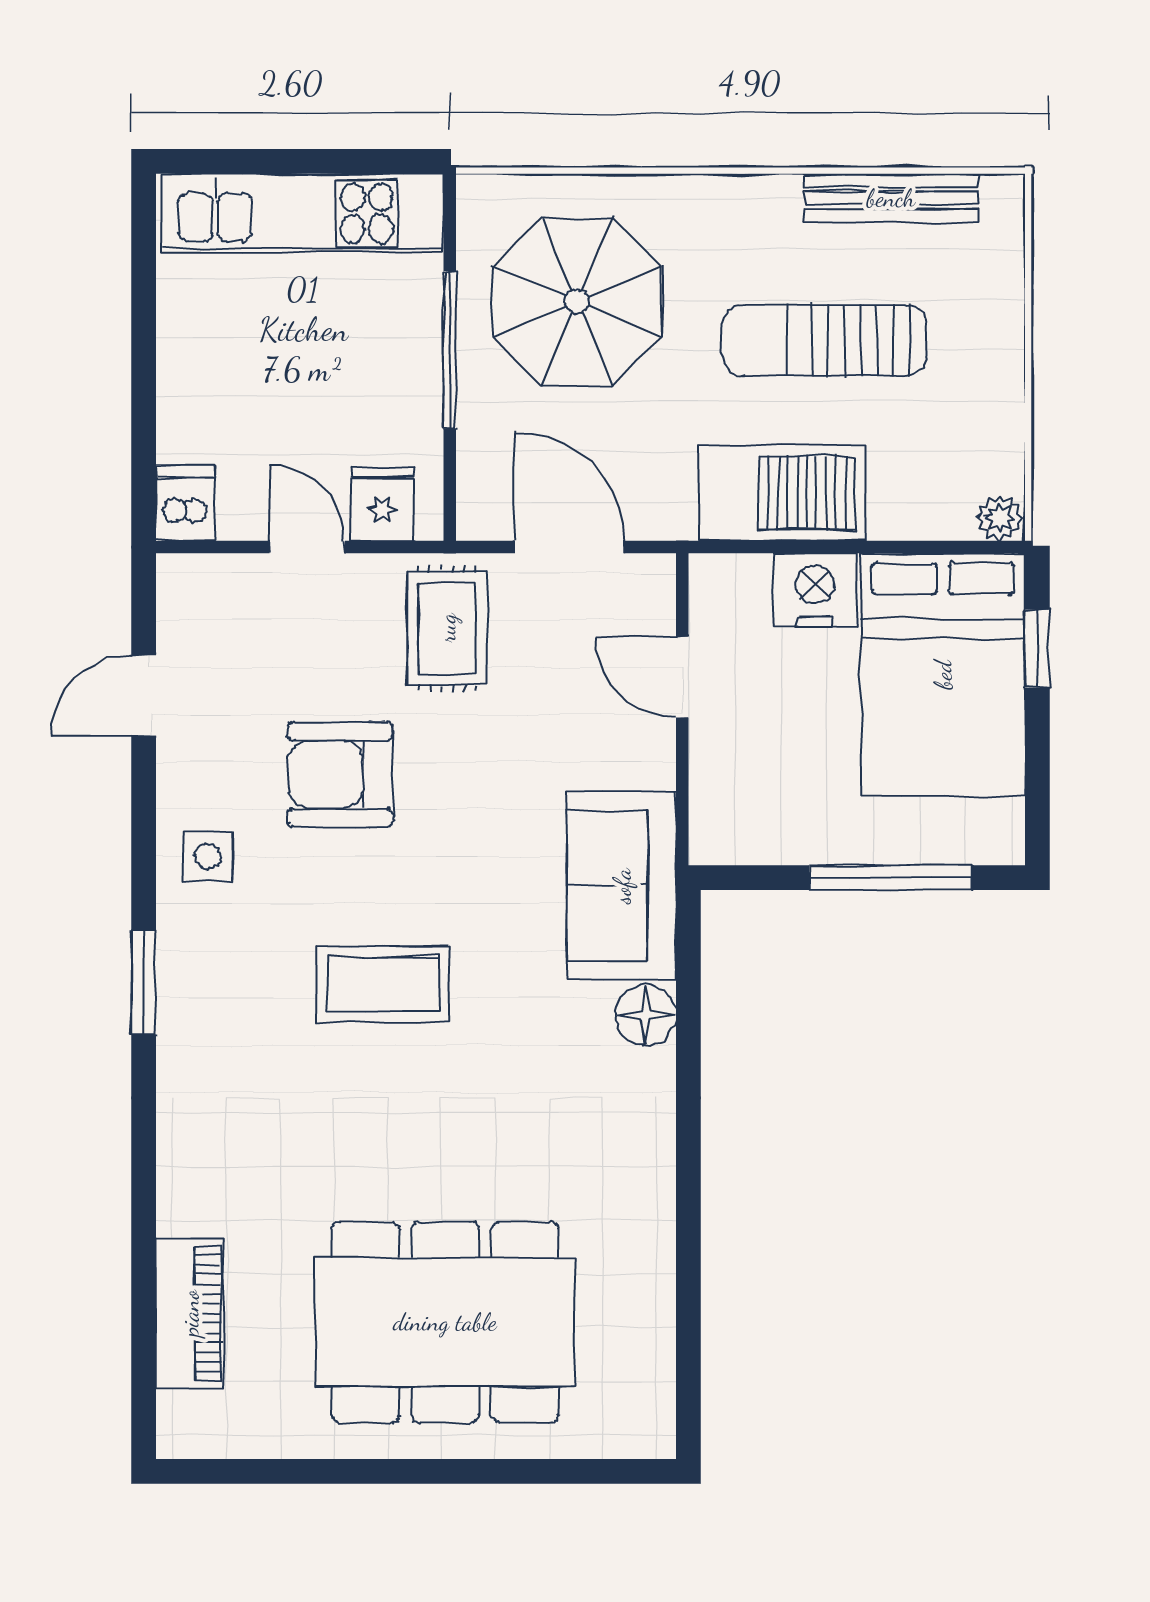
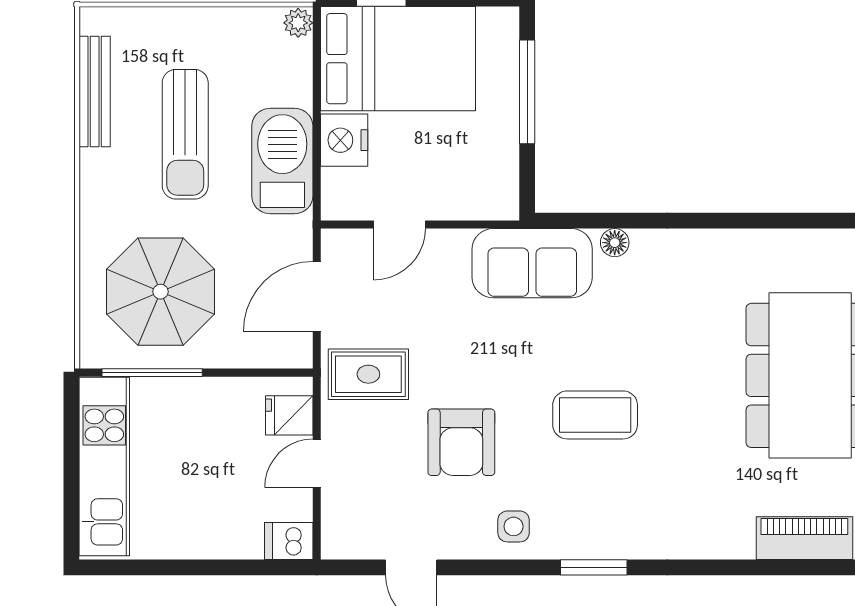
window: (450, 350) -> (152, 373), moved
coffee table: (383, 984) -> (595, 415), turned 90
floor lamp: (646, 1015) -> (615, 243), width x0.73, depth x0.73

